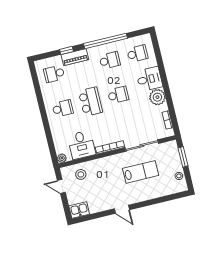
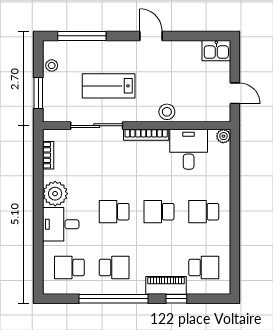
school desk: (110, 60) -> (114, 267), turned 180
school desk: (90, 102) -> (159, 212), width x0.54
stool: (81, 174) -> (167, 112), moved
window: (165, 199) -> (82, 36), added

